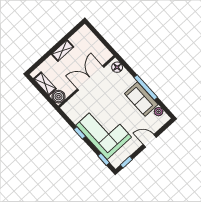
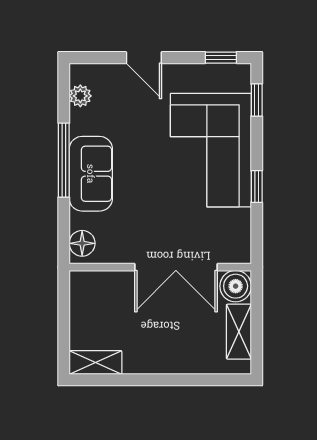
shelving: (62, 51) -> (96, 363), moved
double door: (91, 78) -> (176, 267), moved
sofa: (141, 99) -> (91, 174), moved

